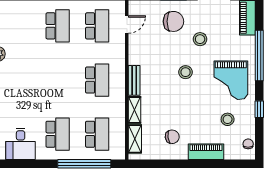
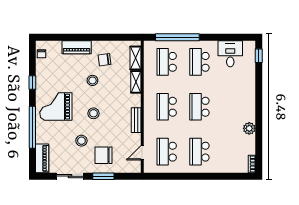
school desk: (58, 80) -> (199, 107), added
bench: (134, 80) -> (136, 120), moved
grand piano: (231, 80) -> (56, 107), turned -90
stool: (228, 119) -> (92, 80), moved

